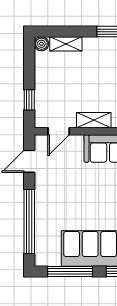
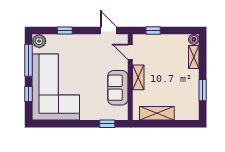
window: (29, 222) -> (65, 31), width x0.32
plant: (44, 257) -> (39, 41), added

